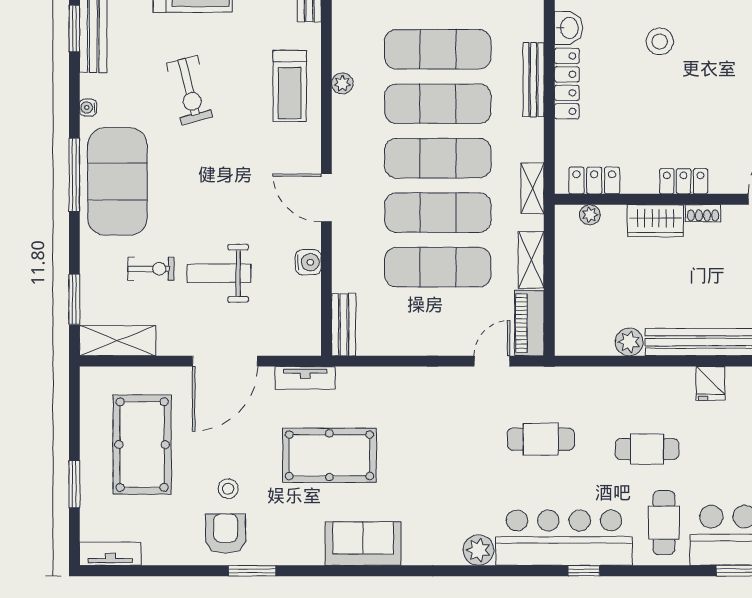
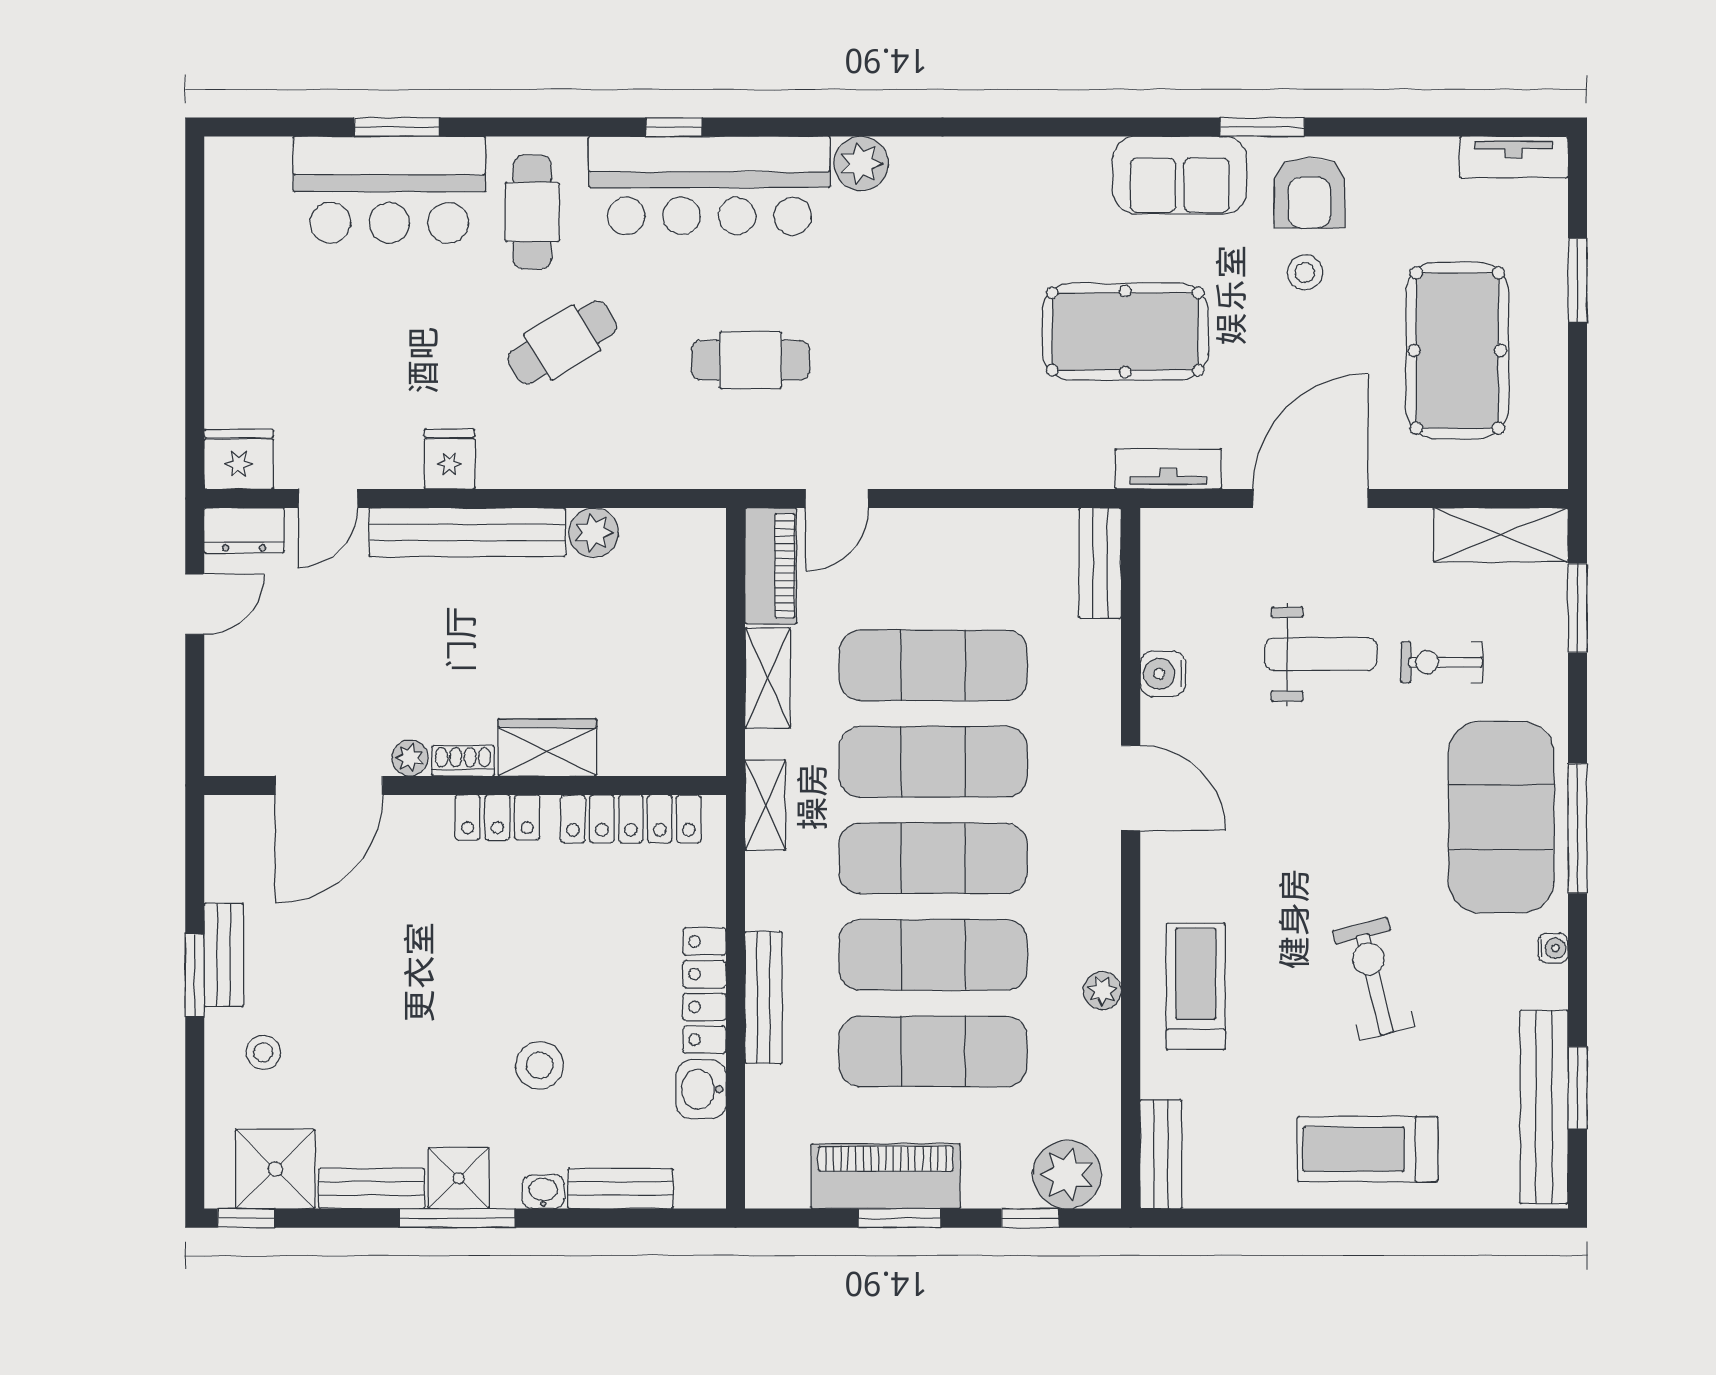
locker: (594, 180) -> (631, 819), width x1.53
plant: (590, 215) -> (410, 758), moved
cafe table: (647, 449) -> (562, 342), turned -31
sofa: (363, 544) -> (1180, 175), moved

